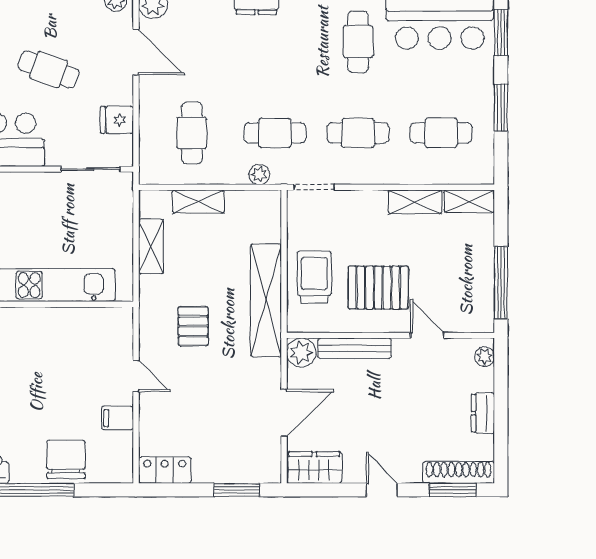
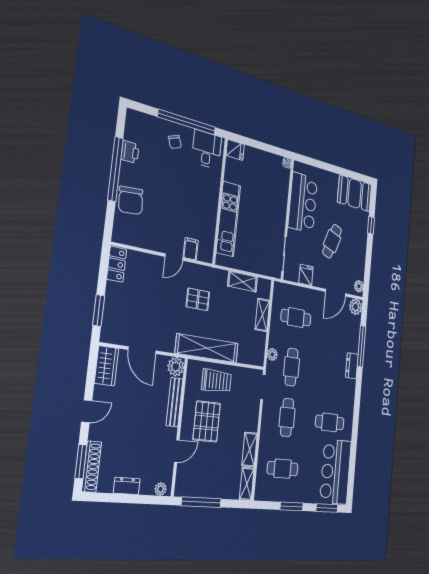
cafe table: (441, 133) -> (283, 469), turned 90
filing cabinet: (117, 418) -> (191, 249), moved
chair: (66, 459) -> (131, 200), turned 85

